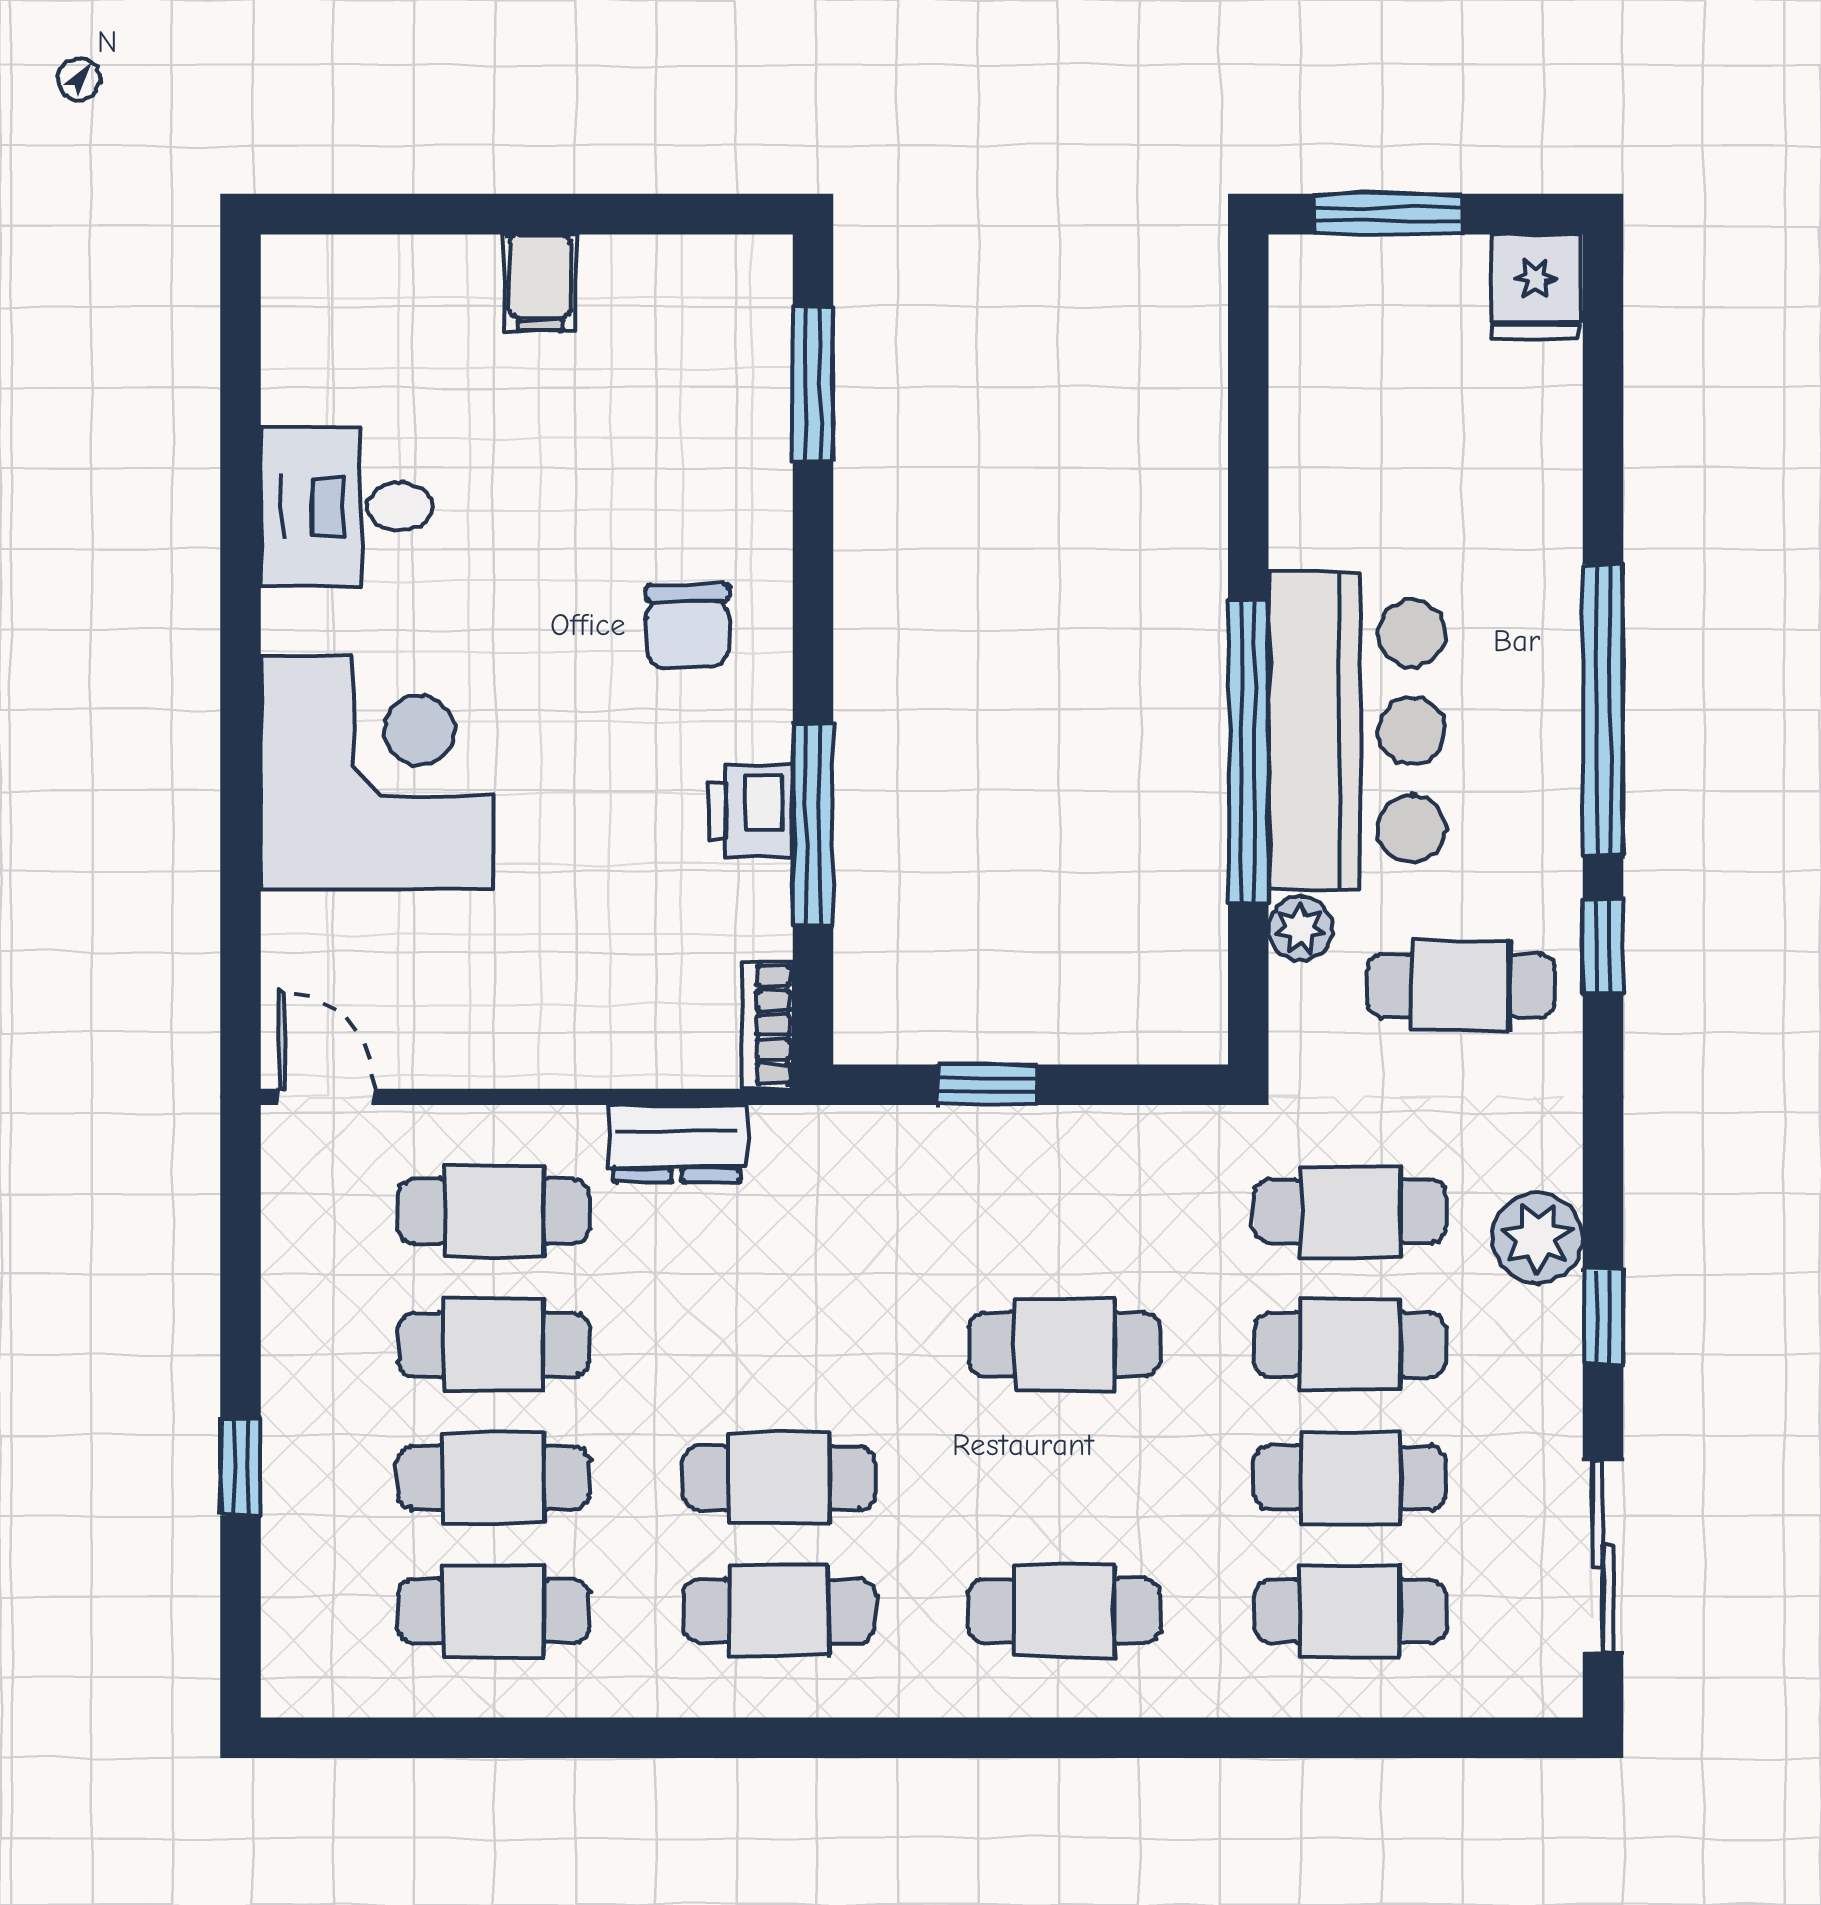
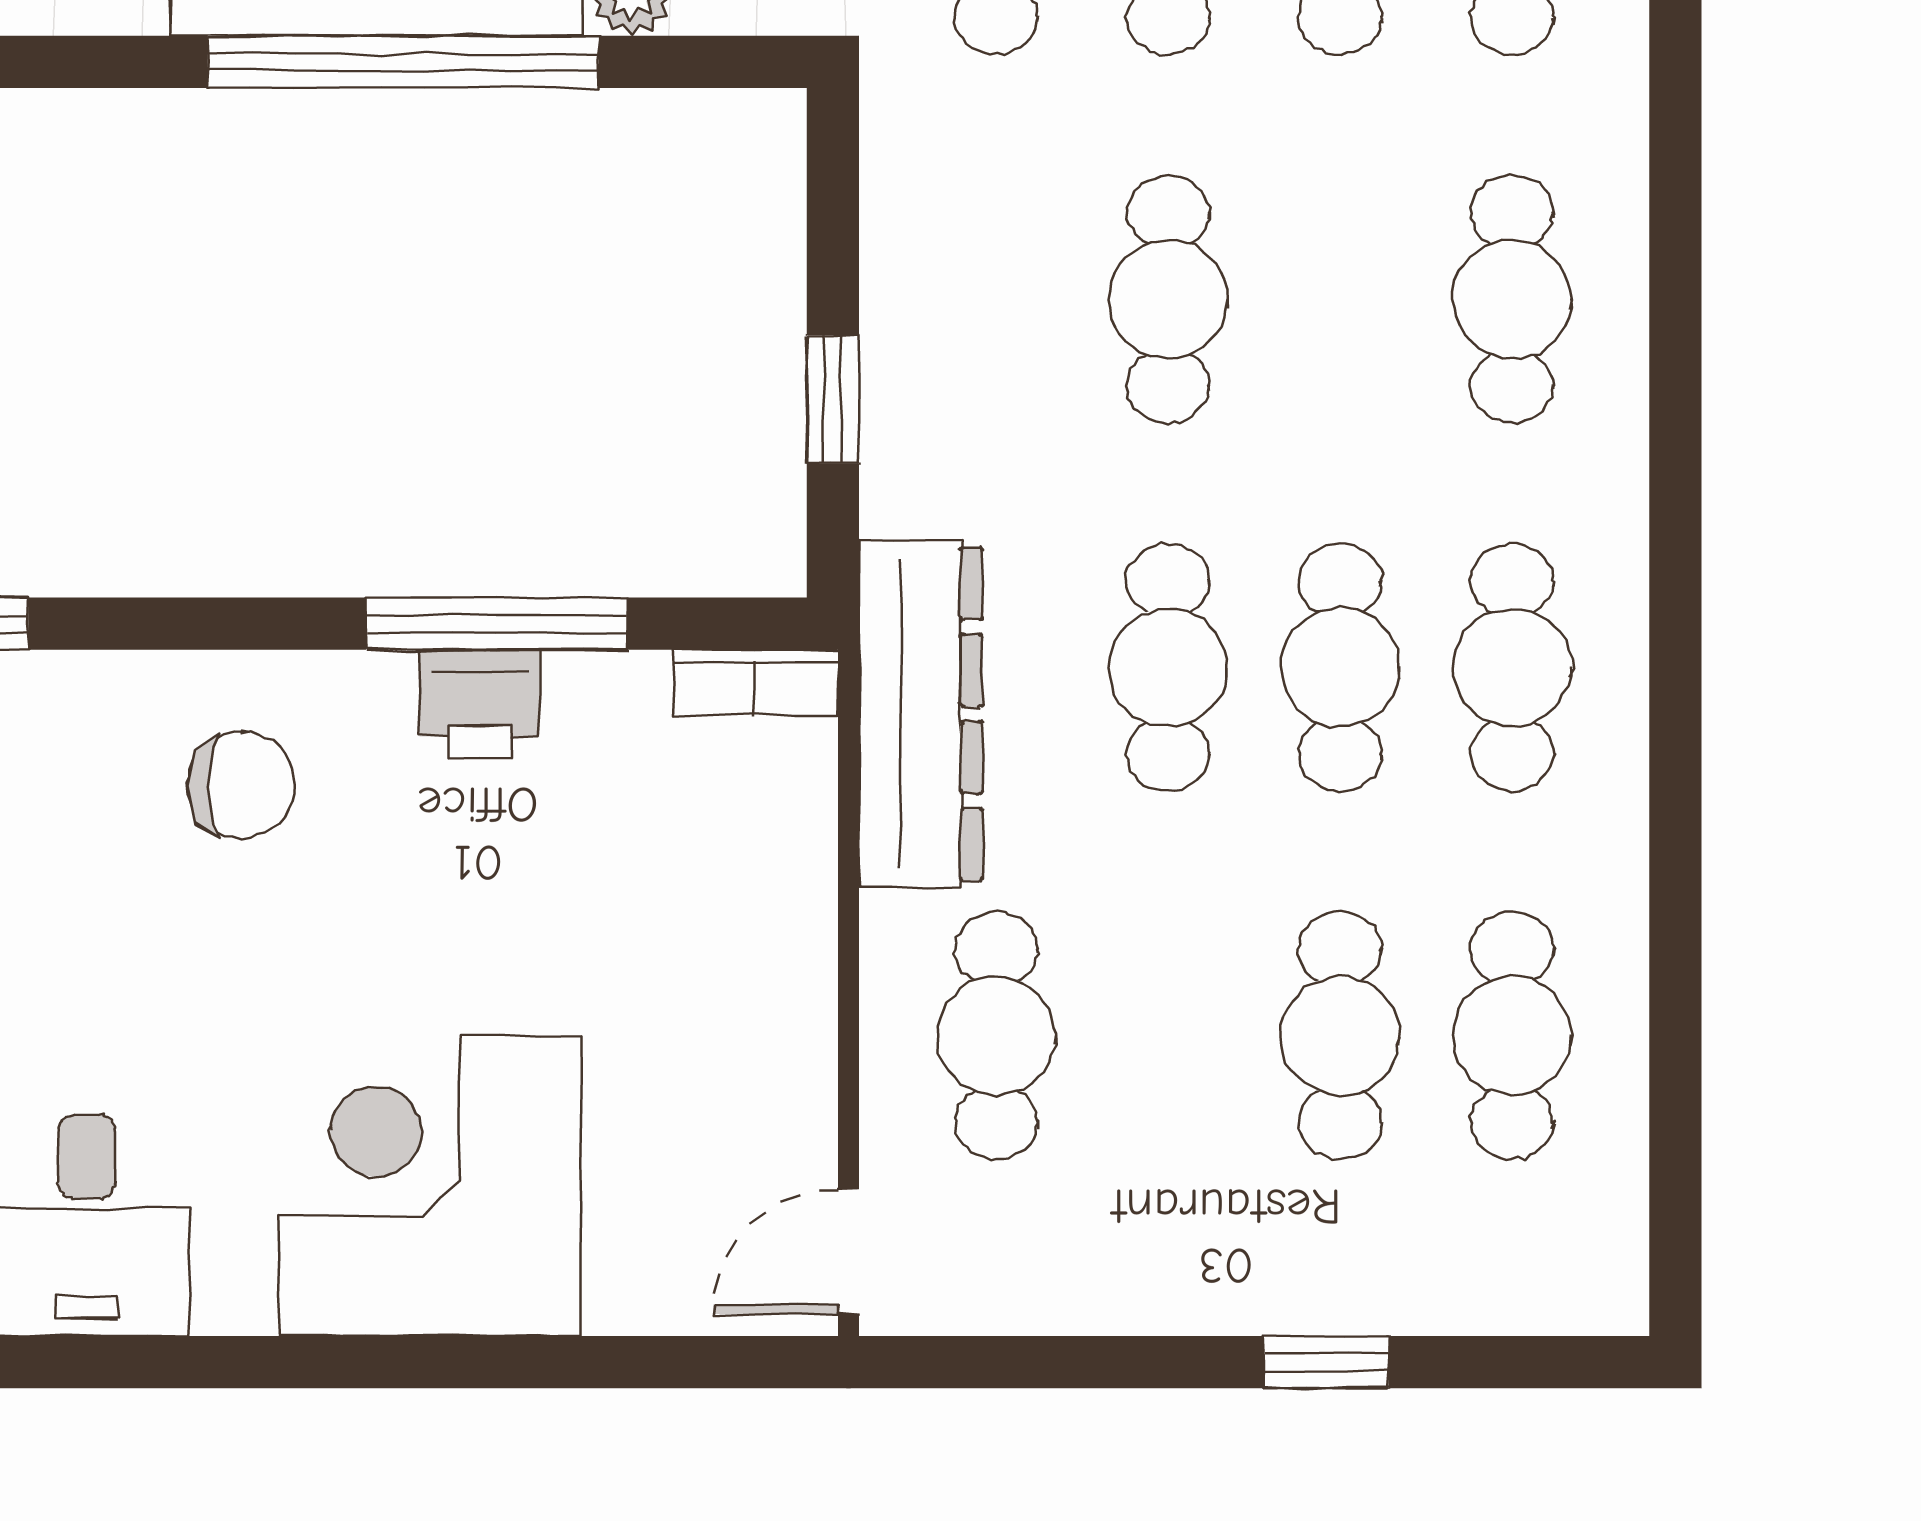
dresser: (677, 1144) -> (921, 714), width x1.96, depth x1.24
cafe table: (494, 1345) -> (1168, 667), moved

